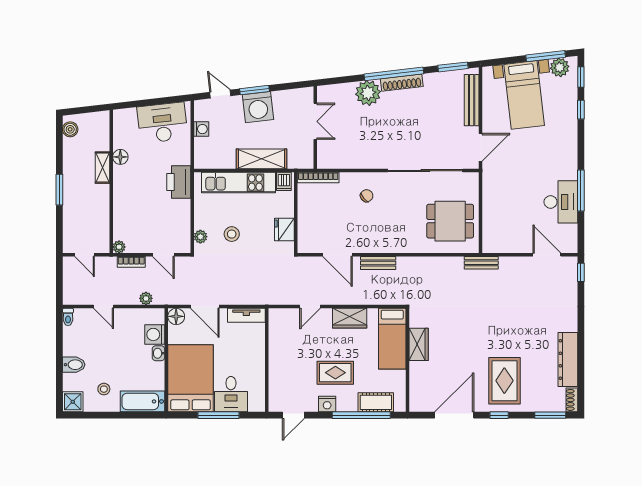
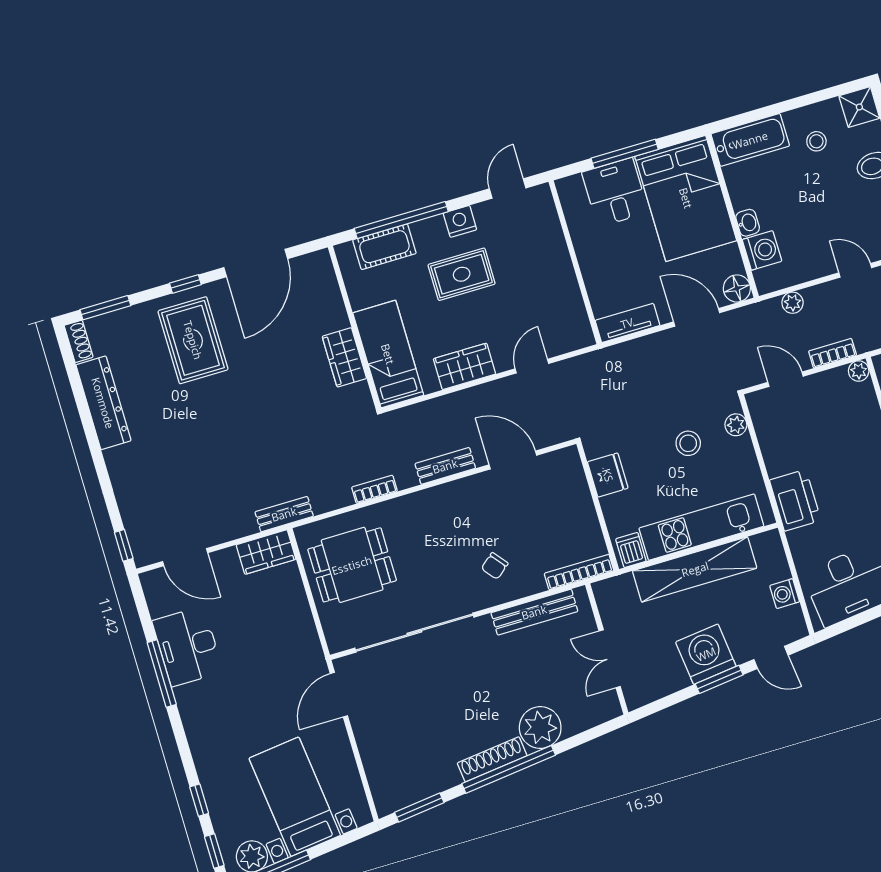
bench: (472, 100) -> (534, 612), moved, turned 90
shelving: (262, 159) -> (695, 569), width x1.47
wardrobe: (498, 244) -> (266, 552), added
bookcase: (424, 262) -> (374, 489), added

